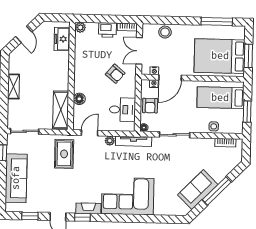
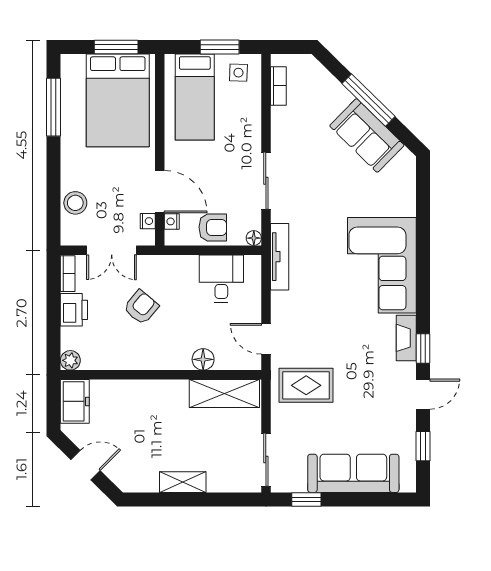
freezer: (62, 39) -> (75, 401), moved, turned -90
armchair: (115, 74) -> (141, 307), moved
side table: (214, 126) -> (238, 73), moved
plant: (110, 141) -> (280, 301), removed

